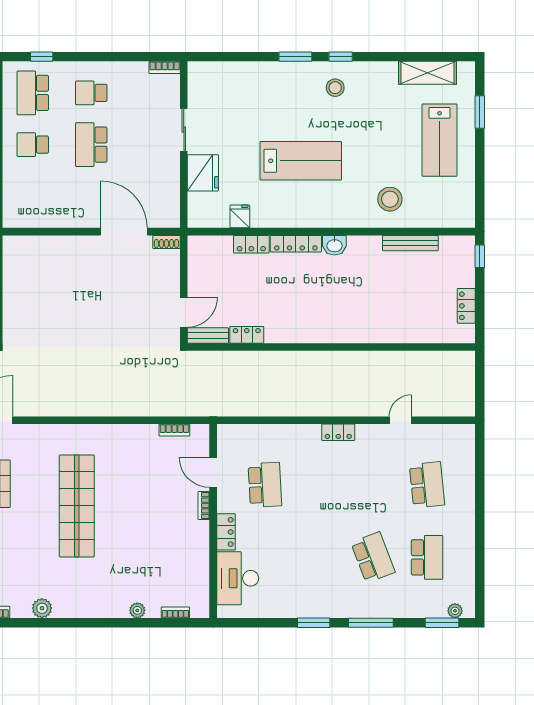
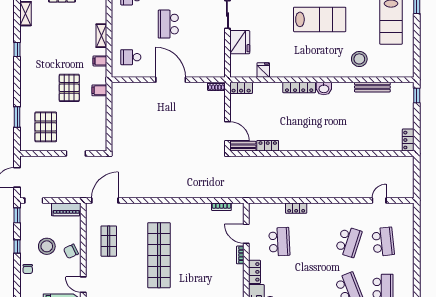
school desk: (33, 145) -> (131, 57), moved
lab bench: (301, 161) -> (320, 19), moved
door: (124, 232) -> (171, 80), moved
locker: (251, 244) -> (241, 88), moved
locker: (466, 306) -> (408, 140), moved
door: (184, 312) -> (227, 131), hinge flipped
door: (400, 420) -> (379, 200), moved
locker: (338, 432) -> (296, 208), moved
school desk: (373, 485) -> (348, 242), added

